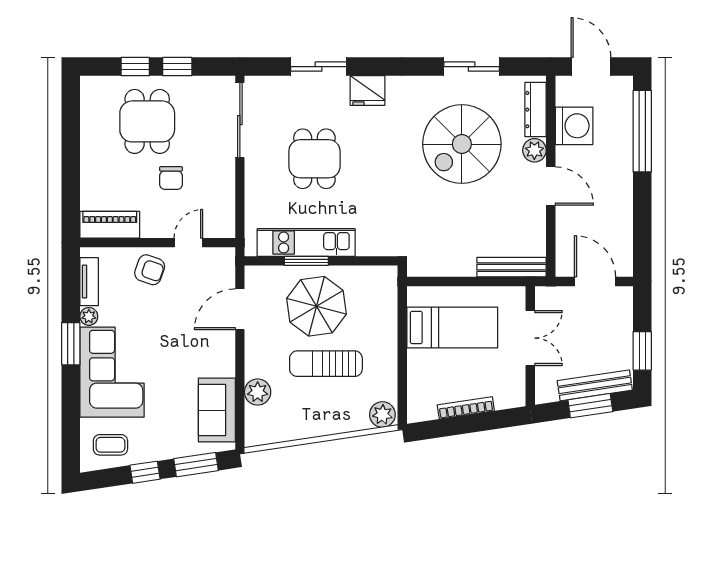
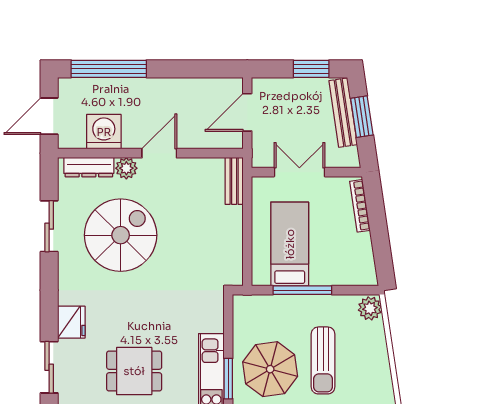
spiral stairs: (462, 144) -> (121, 235), turned -90
bench: (512, 267) -> (234, 181), width x0.73
window: (402, 341) -> (302, 290), added
bookcase: (466, 408) -> (360, 206), moved

